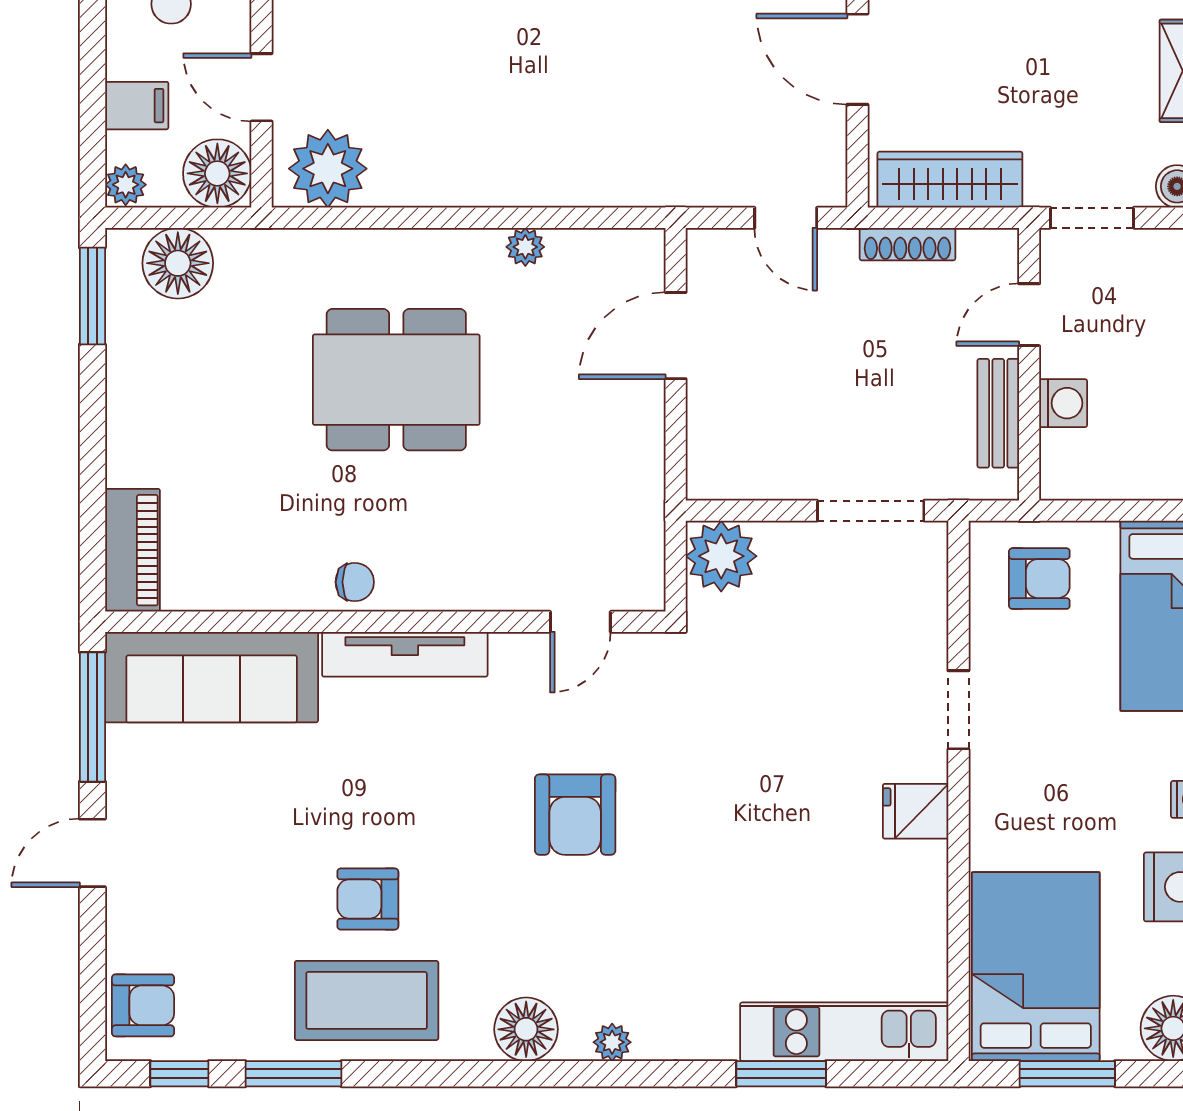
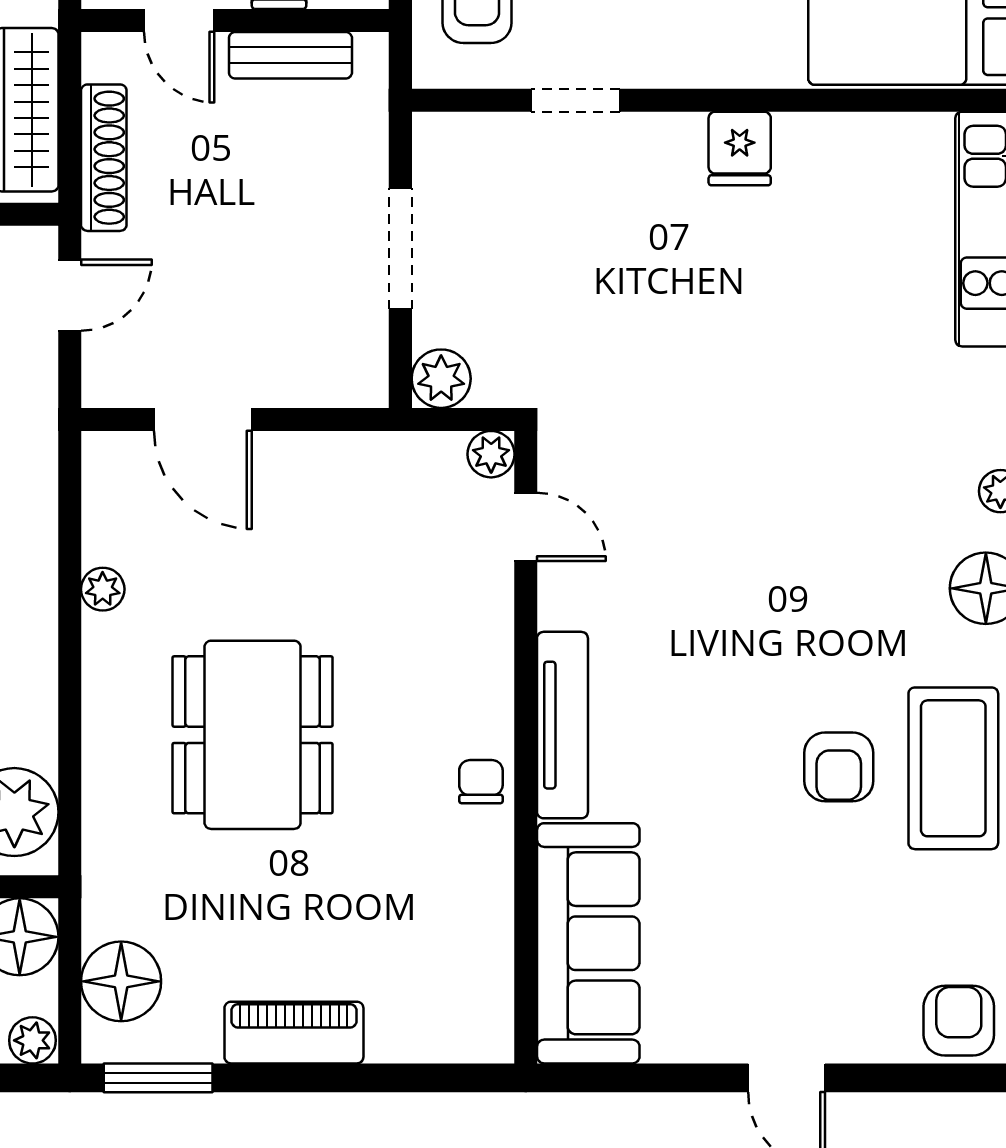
shoe rack: (908, 244) -> (104, 158), width x1.36, depth x1.24
doorway: (871, 511) -> (400, 249), moved
piano: (132, 550) -> (294, 1033), moved
plant: (721, 556) -> (441, 379), width x0.73, depth x0.73
plant: (645, 591) -> (491, 454), added
doorway: (958, 710) -> (576, 100), moved
window: (92, 717) -> (633, 1078), removed
armchair: (575, 815) -> (743, 533), removed

